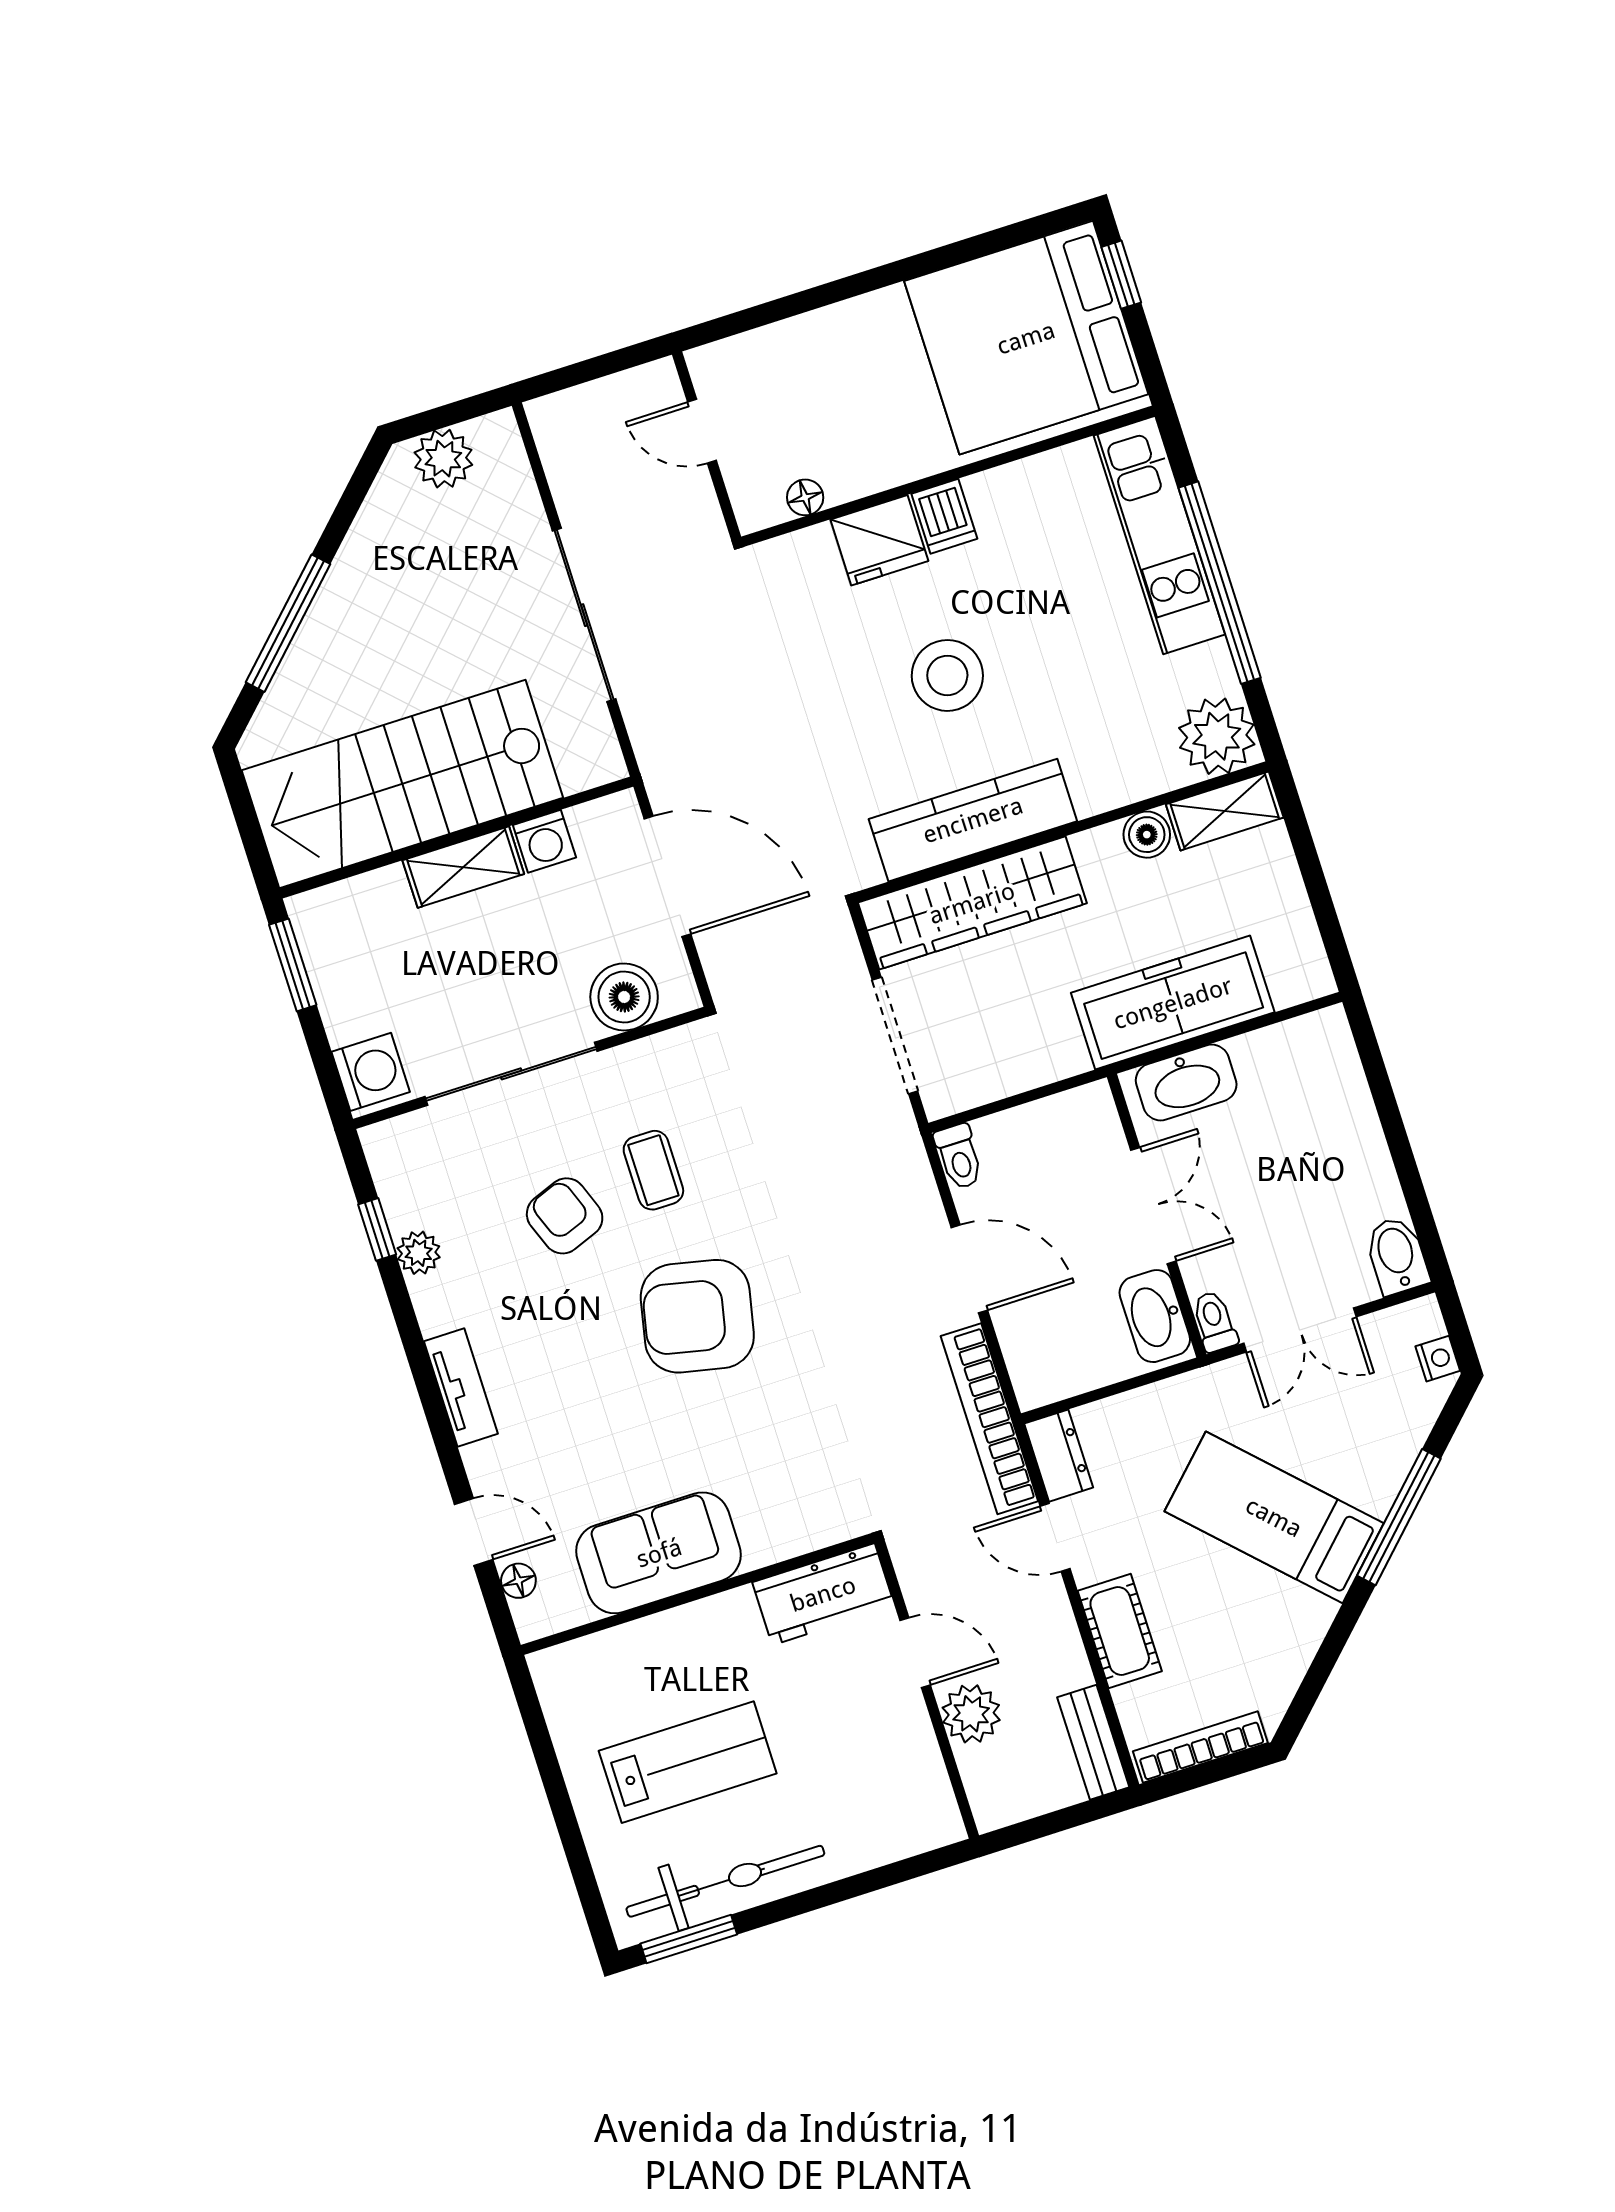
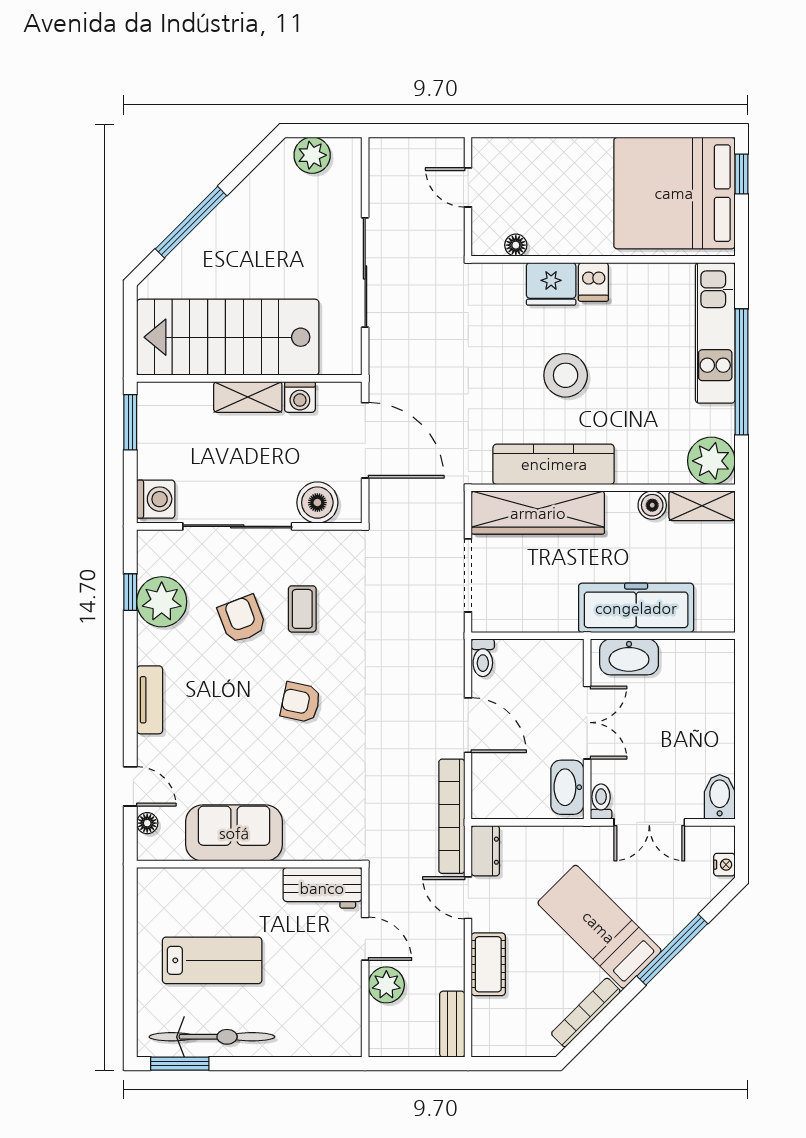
plant: (419, 1253) -> (162, 602), width x1.88, depth x1.88
armchair: (697, 1316) -> (301, 702), width x0.53, depth x0.53
bookcase: (1200, 1747) -> (586, 1012), moved, turned -45

